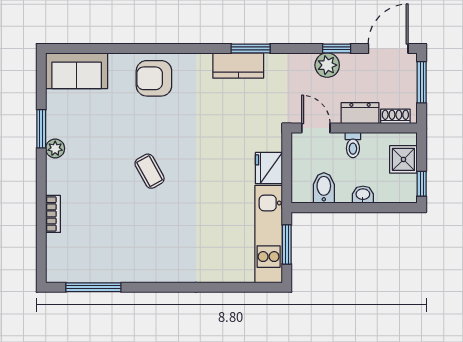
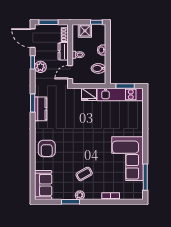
coffee table: (150, 171) -> (84, 174), moved
corner sofa: (133, 250) -> (127, 159), added

